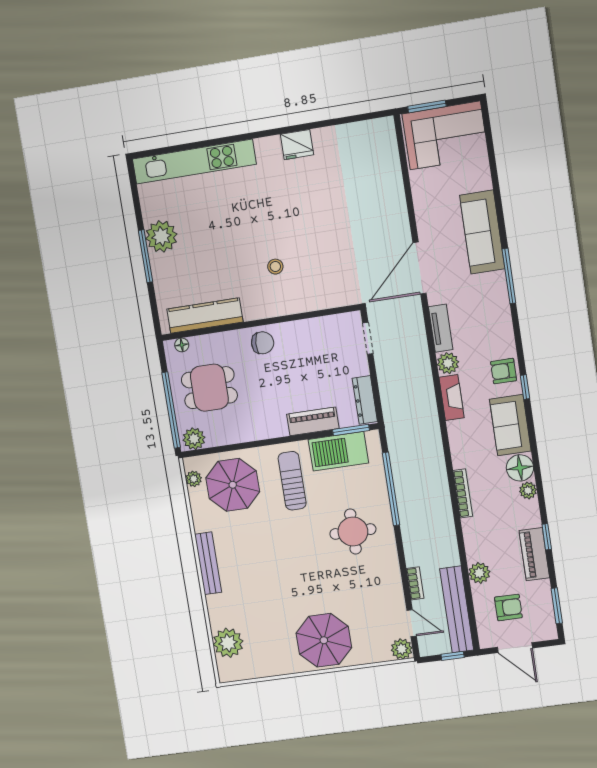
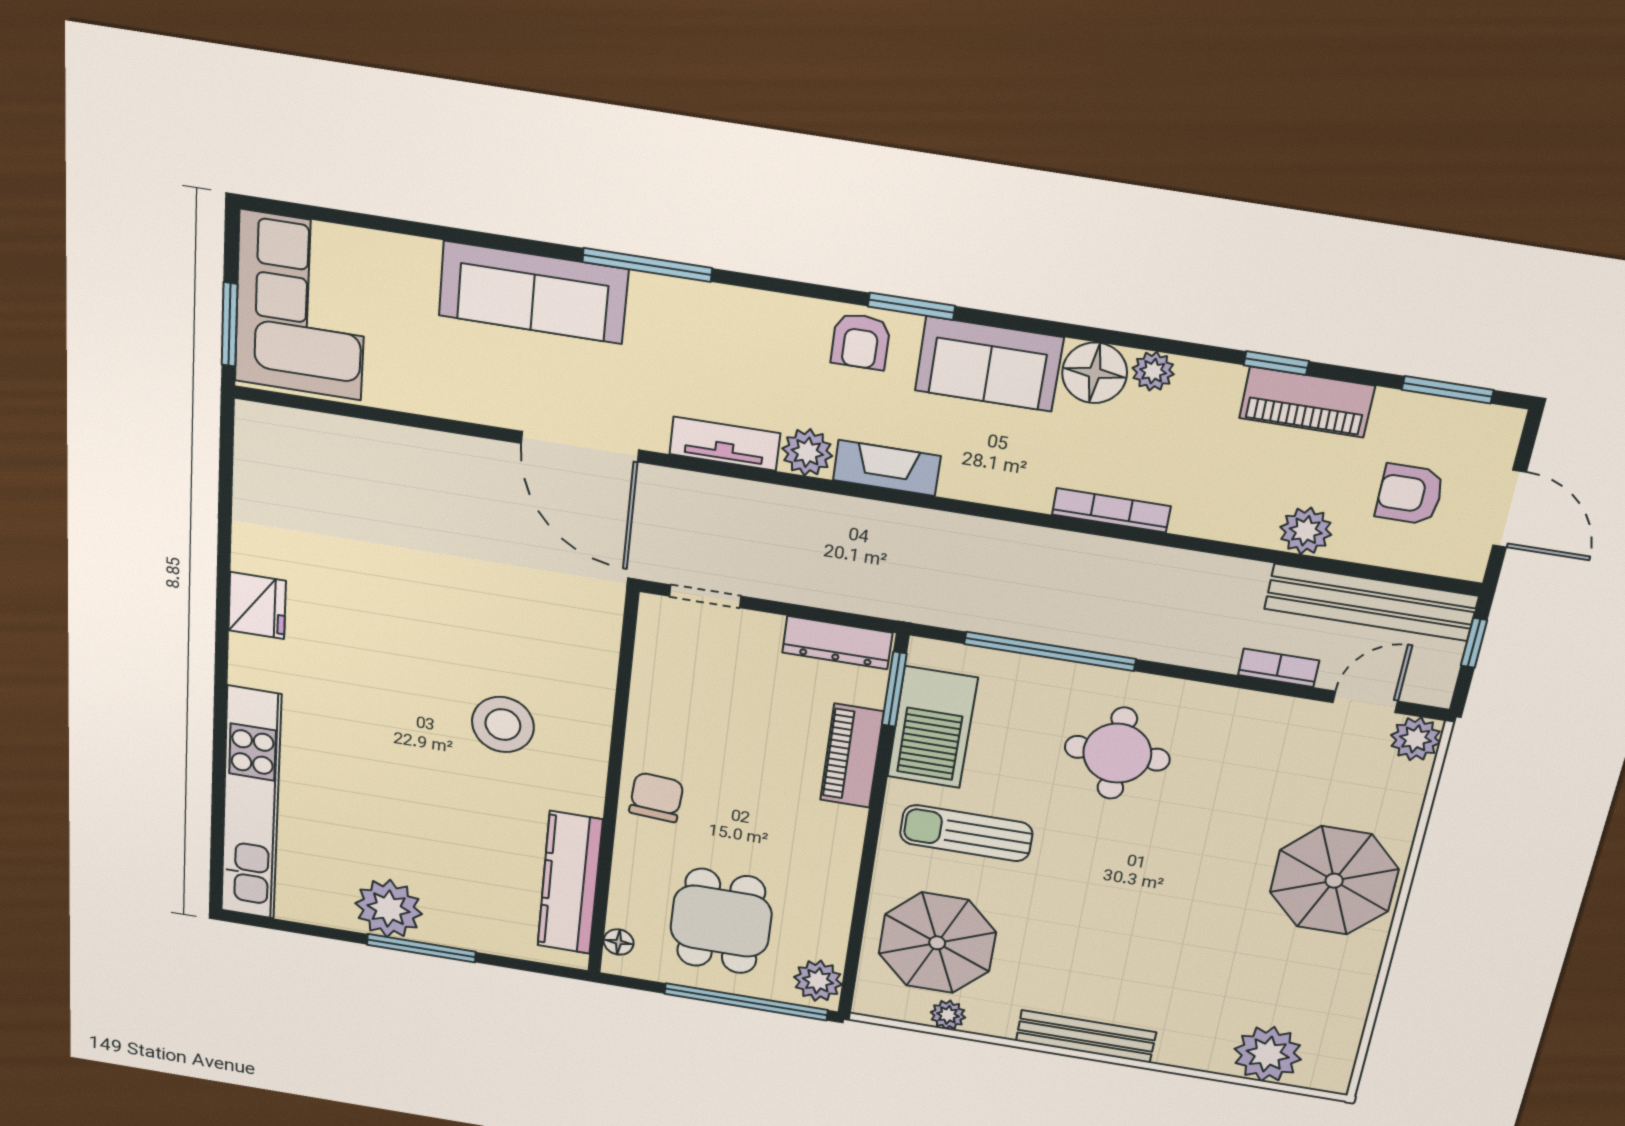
stool: (275, 267) -> (503, 725), width x1.89, depth x1.89
window: (525, 387) -> (911, 306), width x1.50
plant: (194, 479) -> (948, 1015), moved
armchair: (508, 607) -> (1410, 494), turned -90
door: (515, 648) -> (1509, 509), hinge flipped

